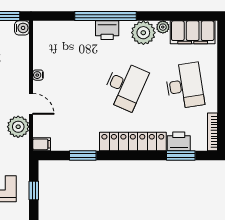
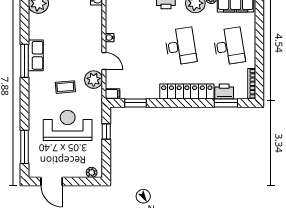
desk: (125, 86) -> (181, 46), turned -33
window: (83, 155) -> (135, 103), moved

